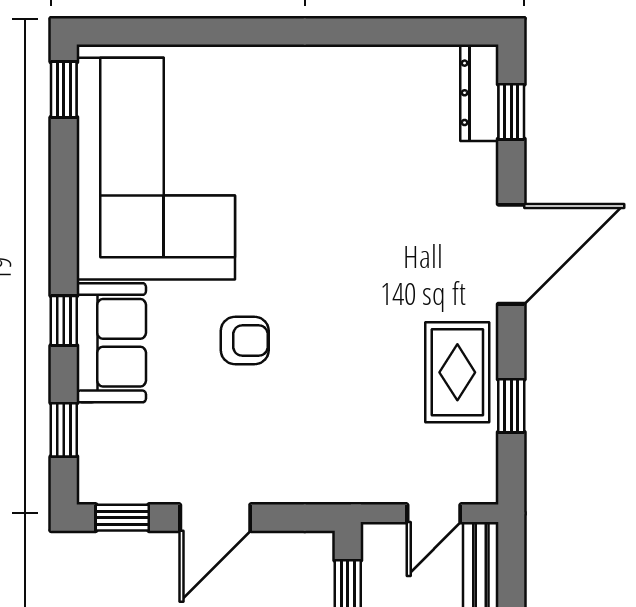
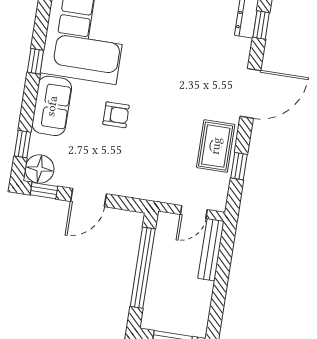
window: (64, 321) -> (35, 61), moved
floor lamp: (106, 475) -> (39, 169), added

